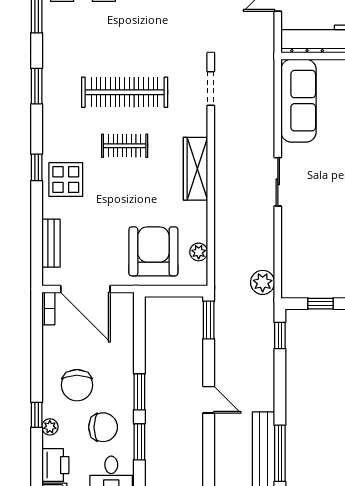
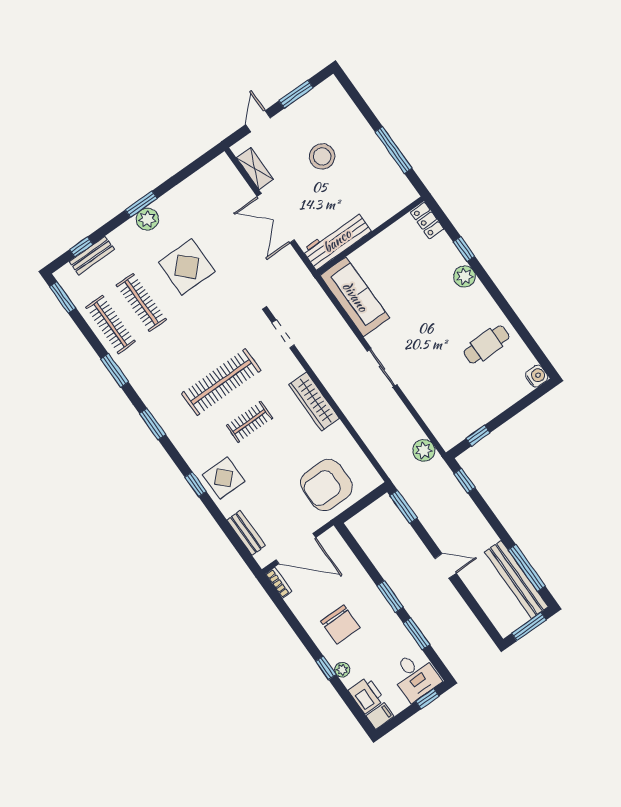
armchair: (153, 251) -> (326, 485), turned -90
plant: (199, 252) -> (360, 462), removed
chair: (103, 427) -> (382, 642), removed

